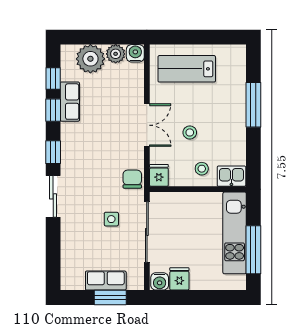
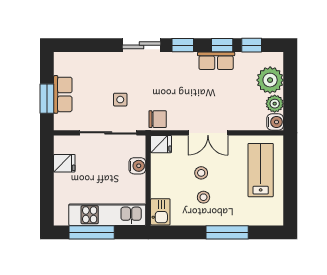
row of seats: (70, 102) -> (216, 61), moved
stool: (202, 169) -> (203, 197), moved
water cooler: (160, 281) -> (137, 166), moved, turned 180

